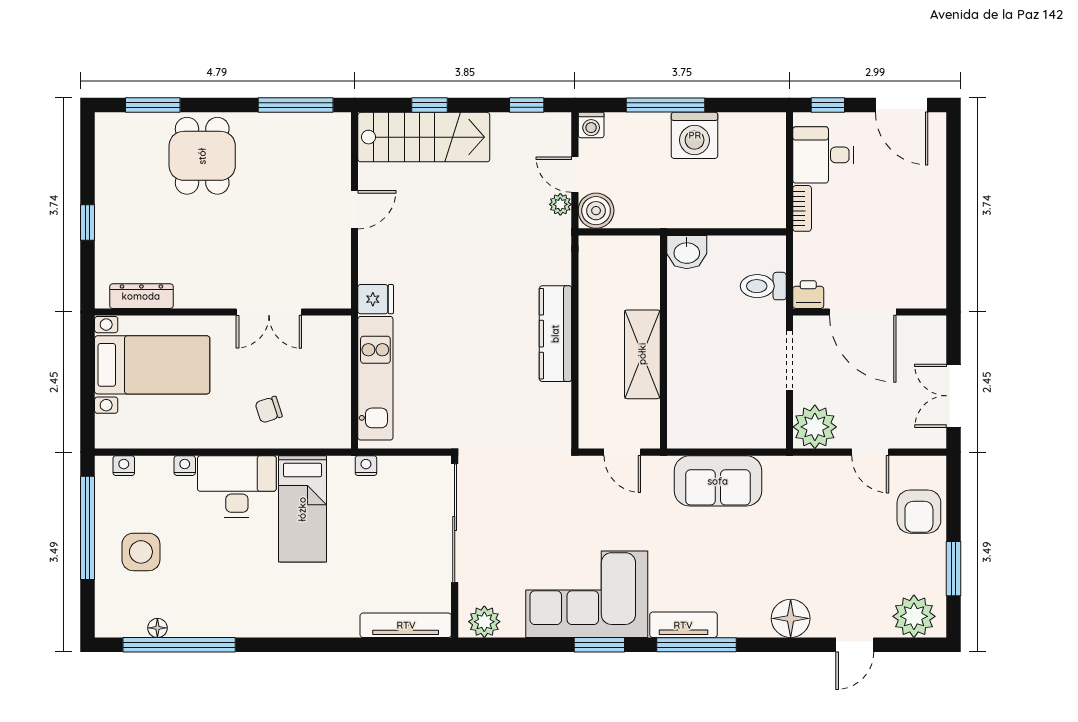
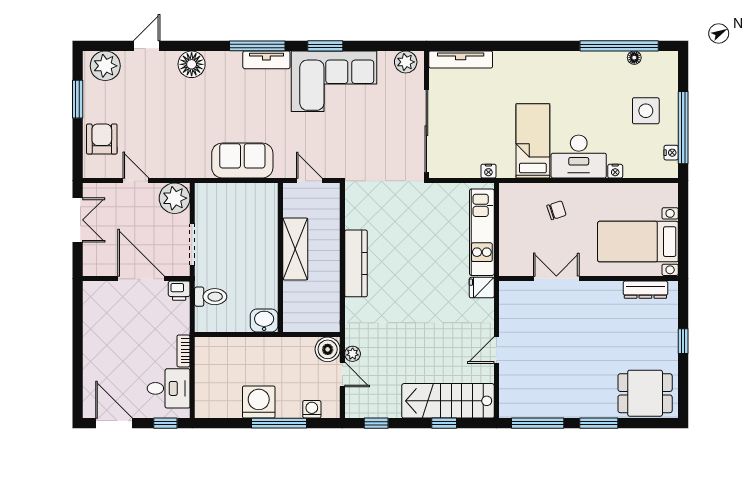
window: (153, 105) -> (599, 423), moved
washing machine: (591, 125) -> (312, 409), moved
dining table: (202, 156) -> (645, 393), moved, turned 90
nightstand: (124, 466) -> (671, 153), moved, turned -90

